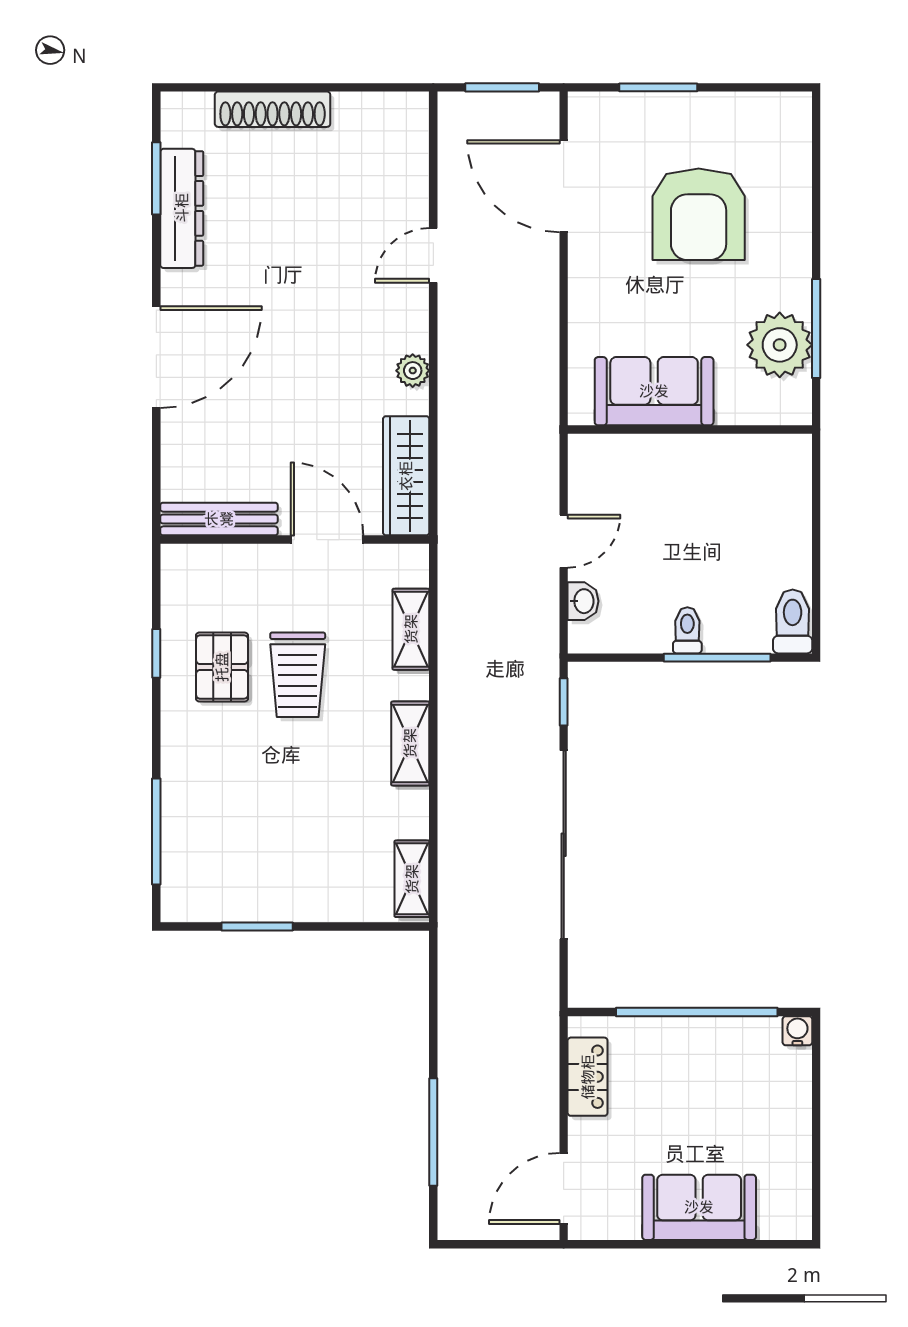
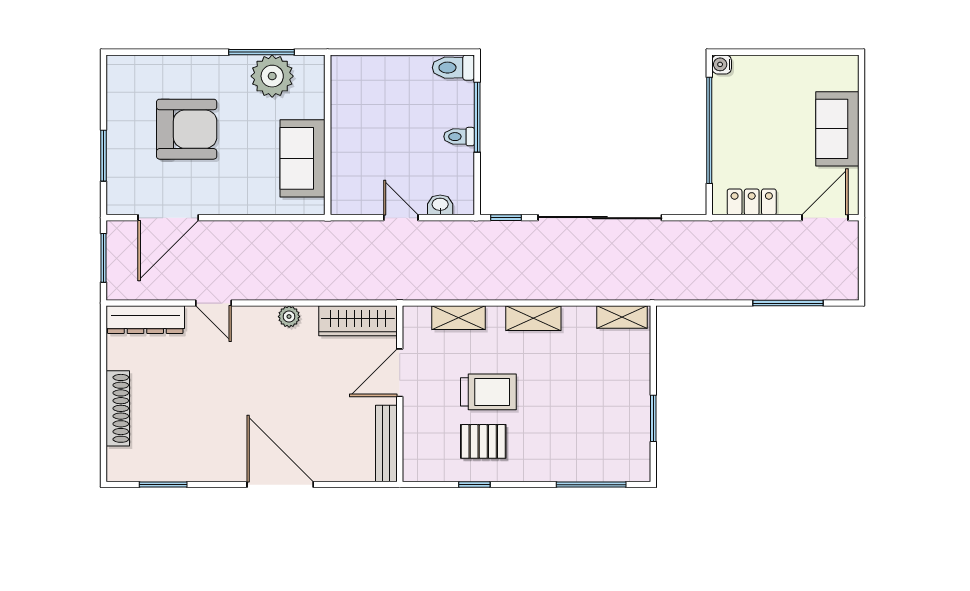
dresser: (182, 208) -> (145, 320), moved, turned 180
door: (564, 1188) -> (825, 218), swing flipped

